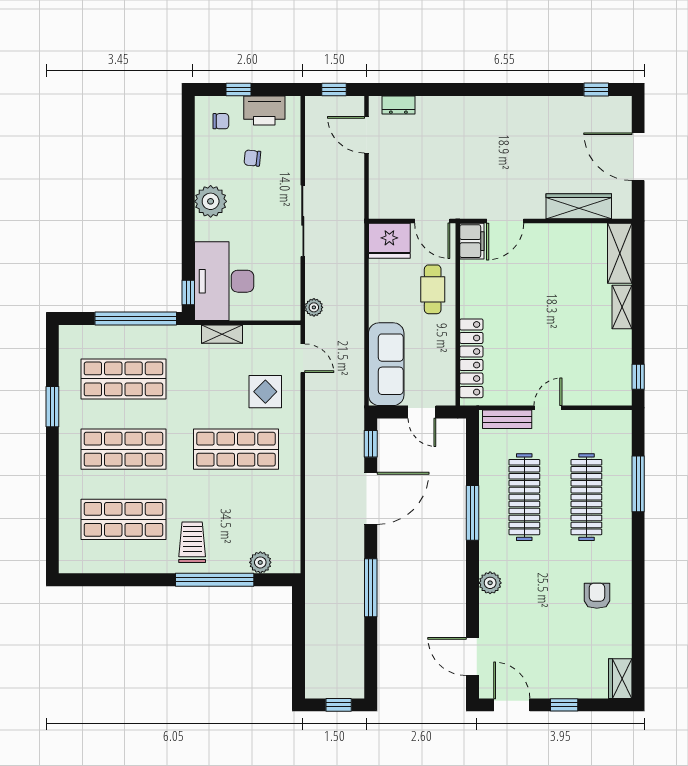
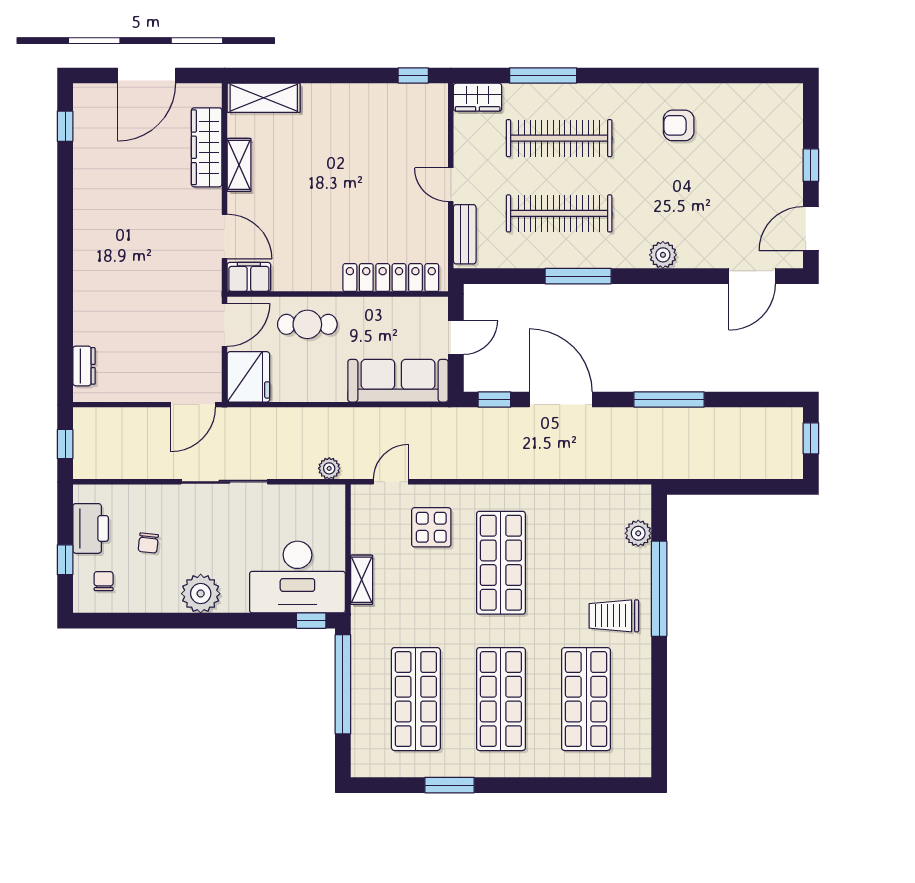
door: (366, 135) -> (193, 405), moved
shelving: (622, 307) -> (239, 165), moved, turned 90
wardrobe: (620, 679) -> (478, 97), moved

